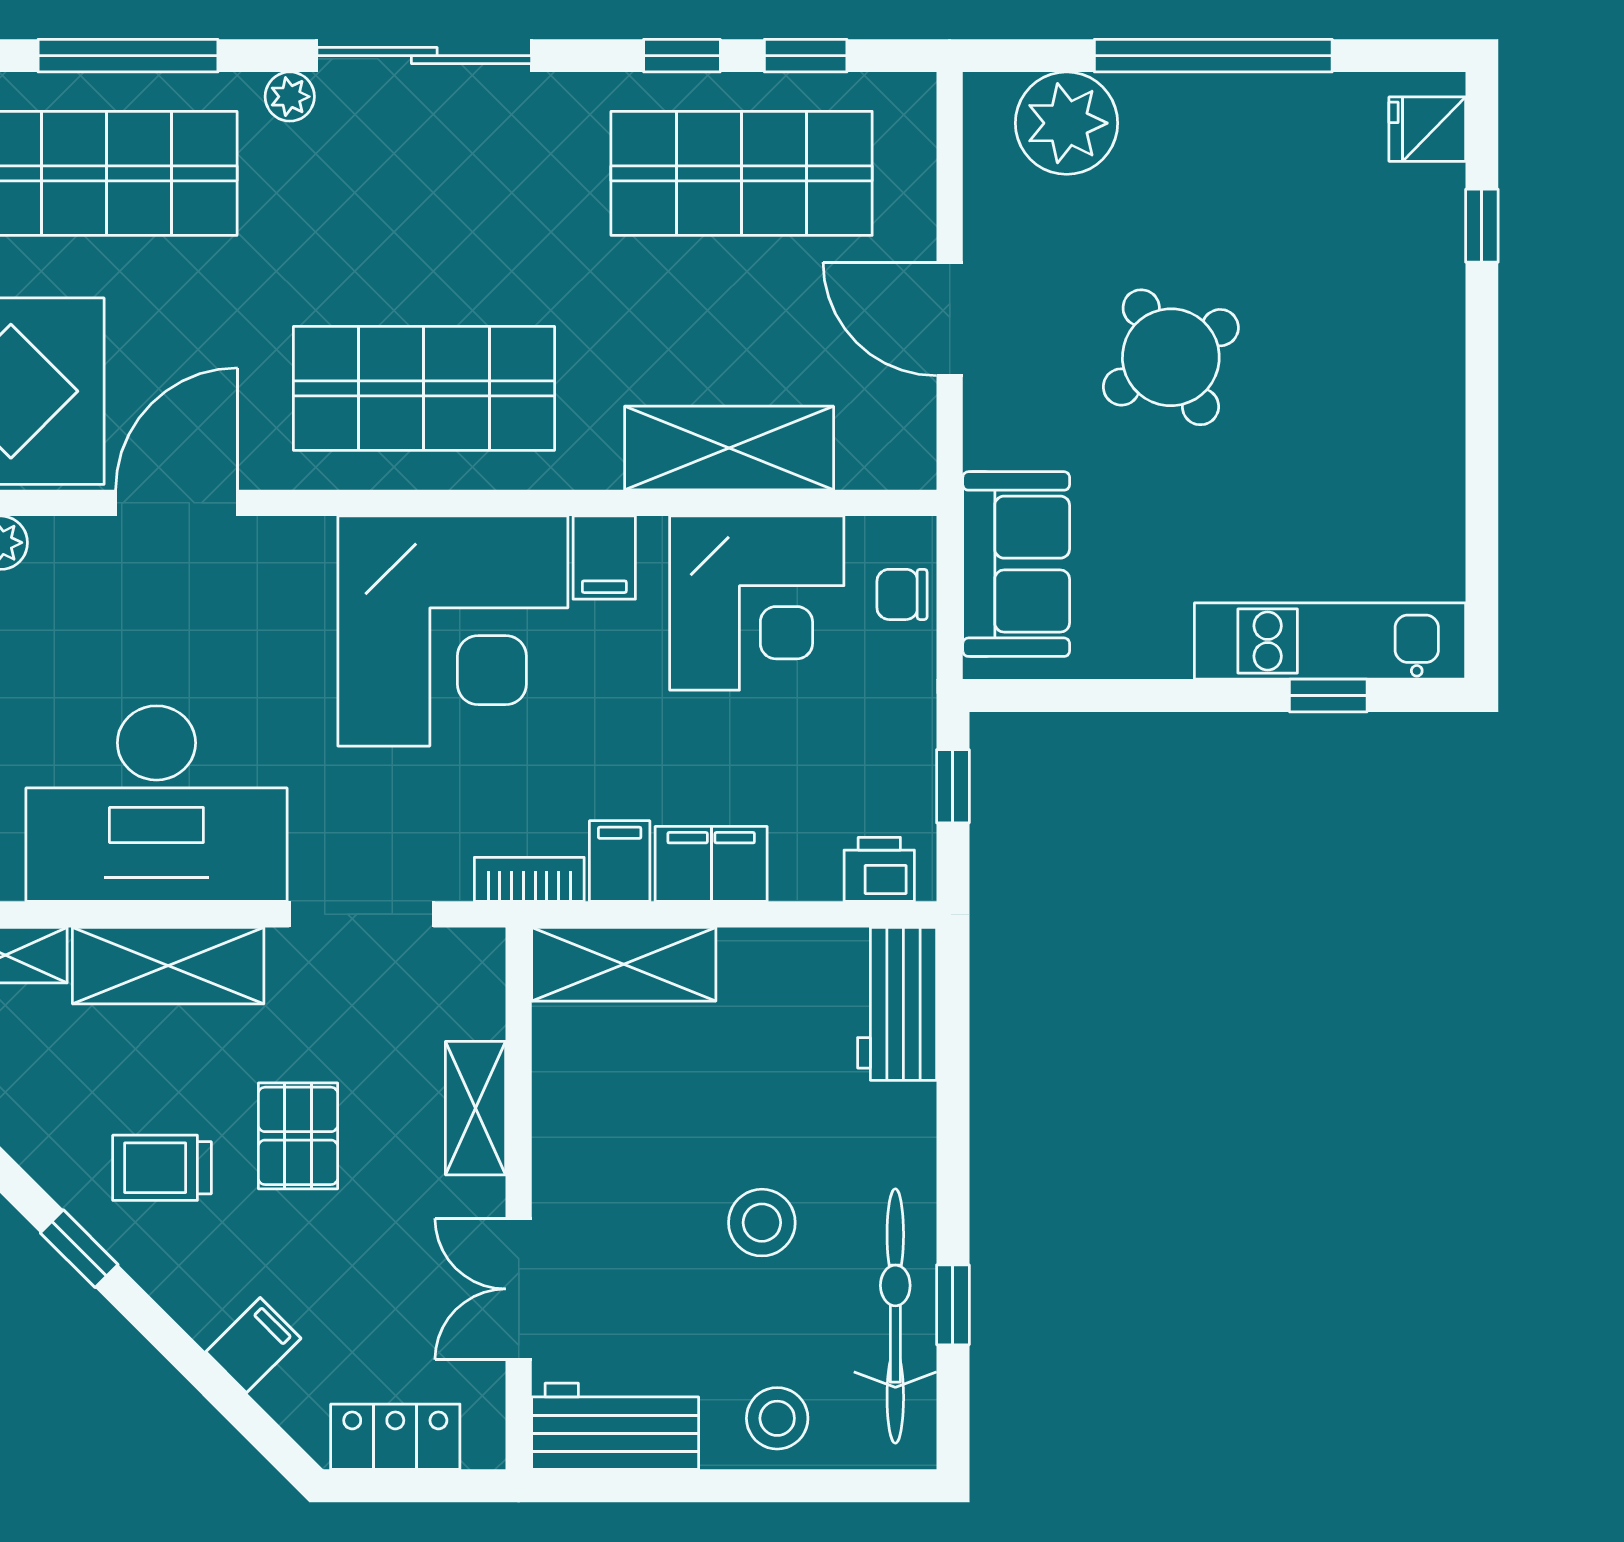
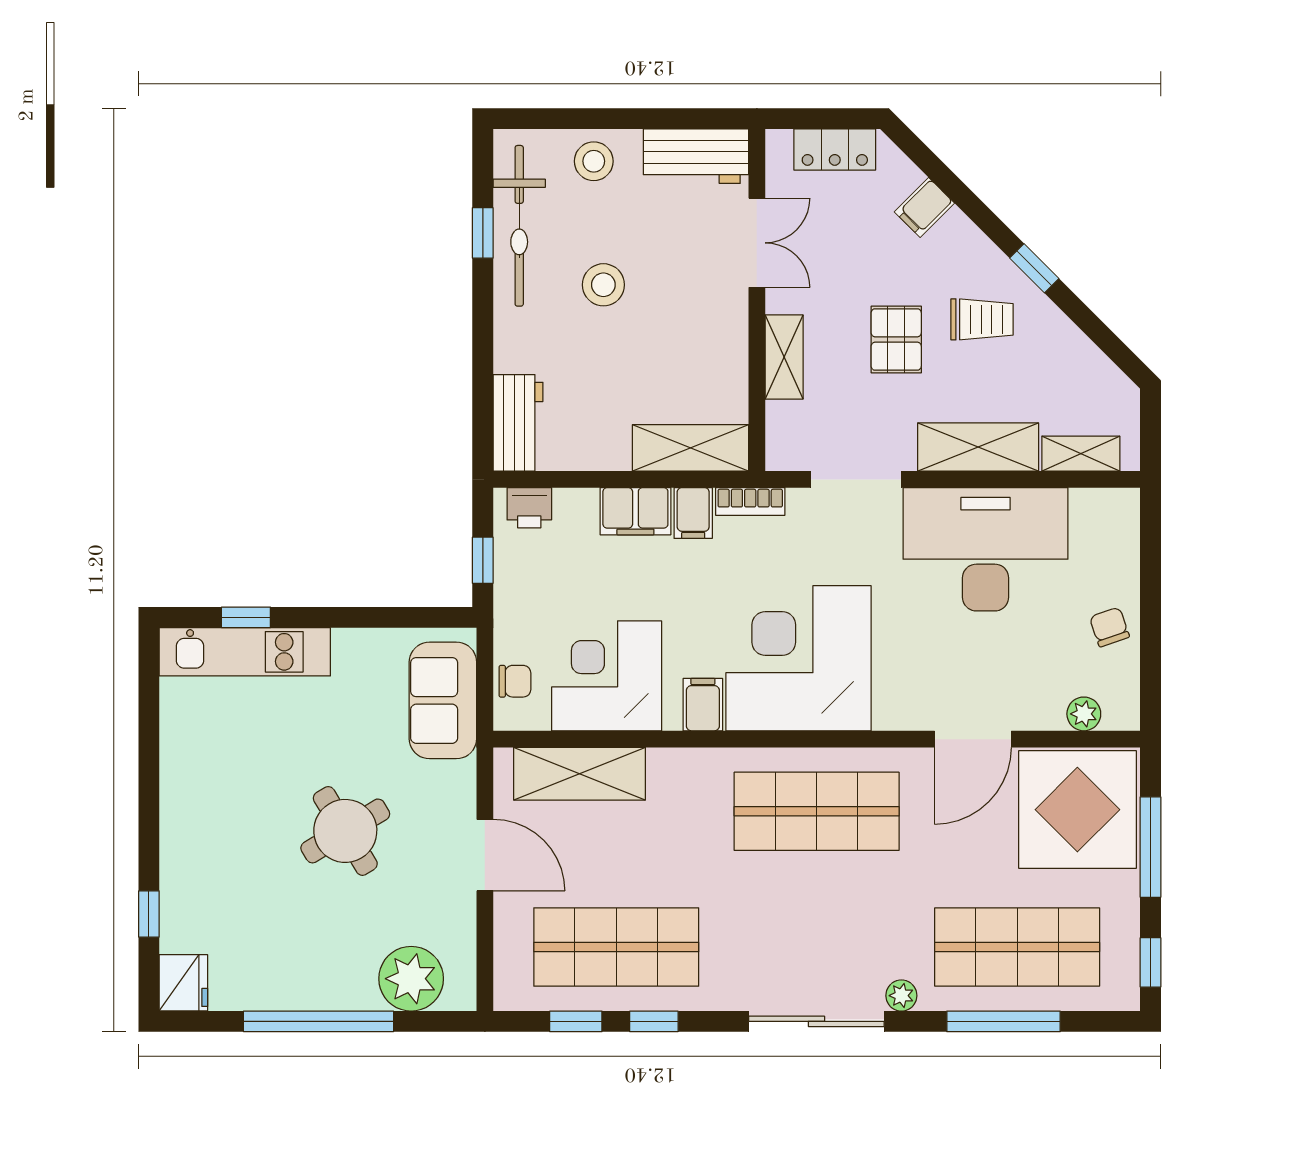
fridge: (1427, 129) -> (183, 983), width x1.38
shelving: (729, 448) -> (579, 774), moved

